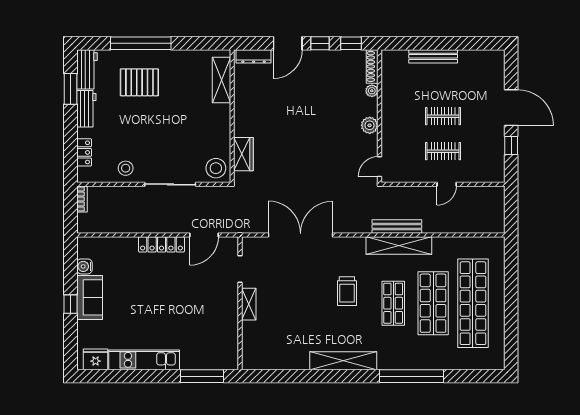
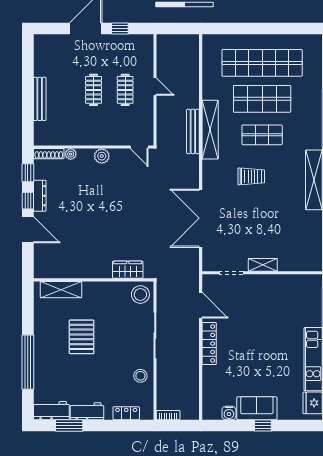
dresser: (254, 56) -> (40, 196), moved
pallet: (139, 82) -> (82, 337), moved

